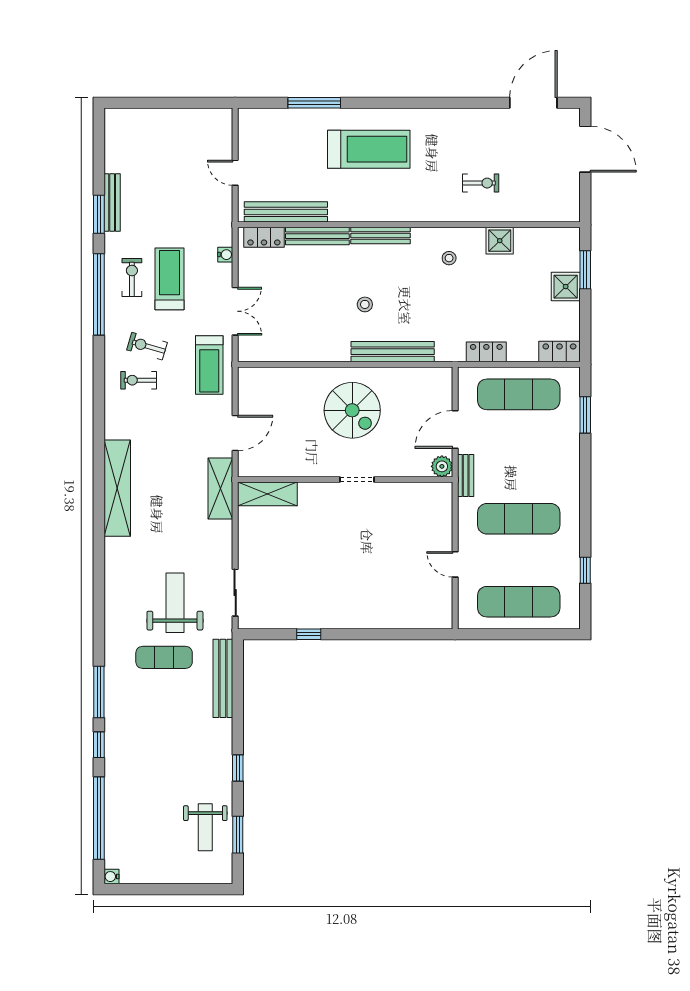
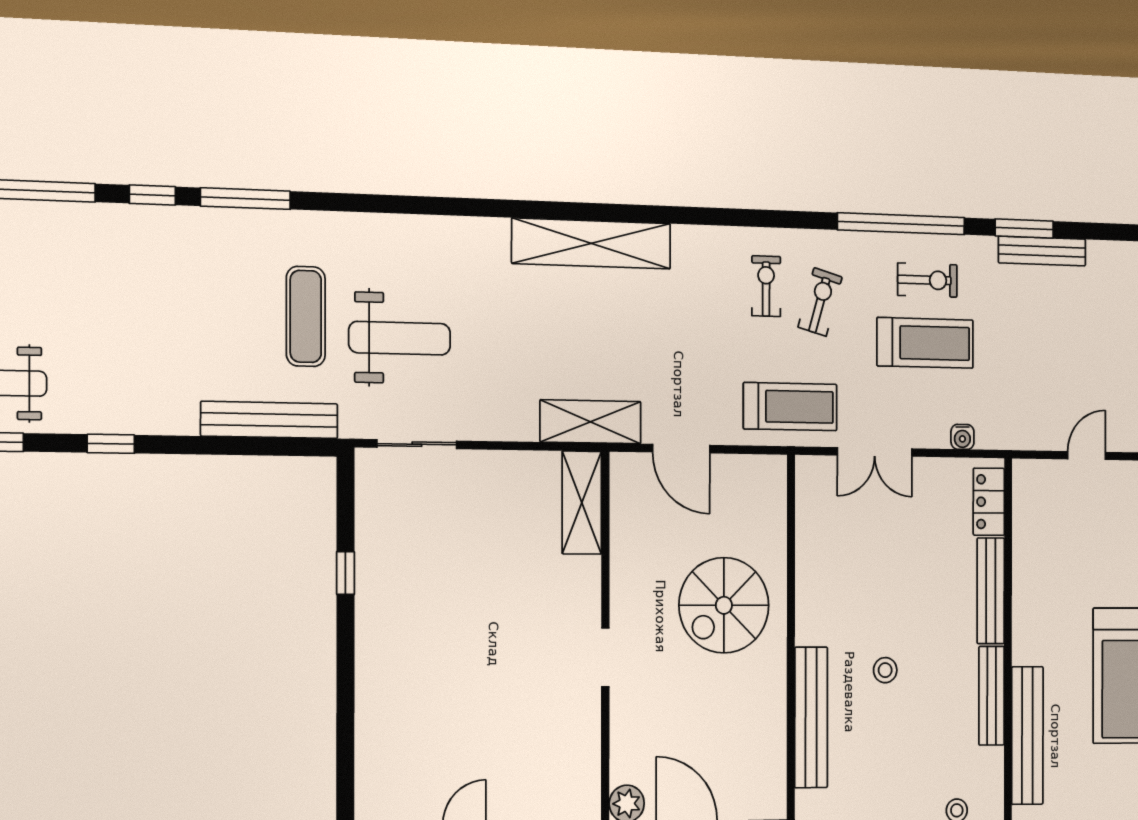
bench: (286, 212) -> (1027, 735), moved
treadmill: (209, 365) -> (790, 407), turned 180
spiral stairs: (352, 410) -> (724, 605), moved

